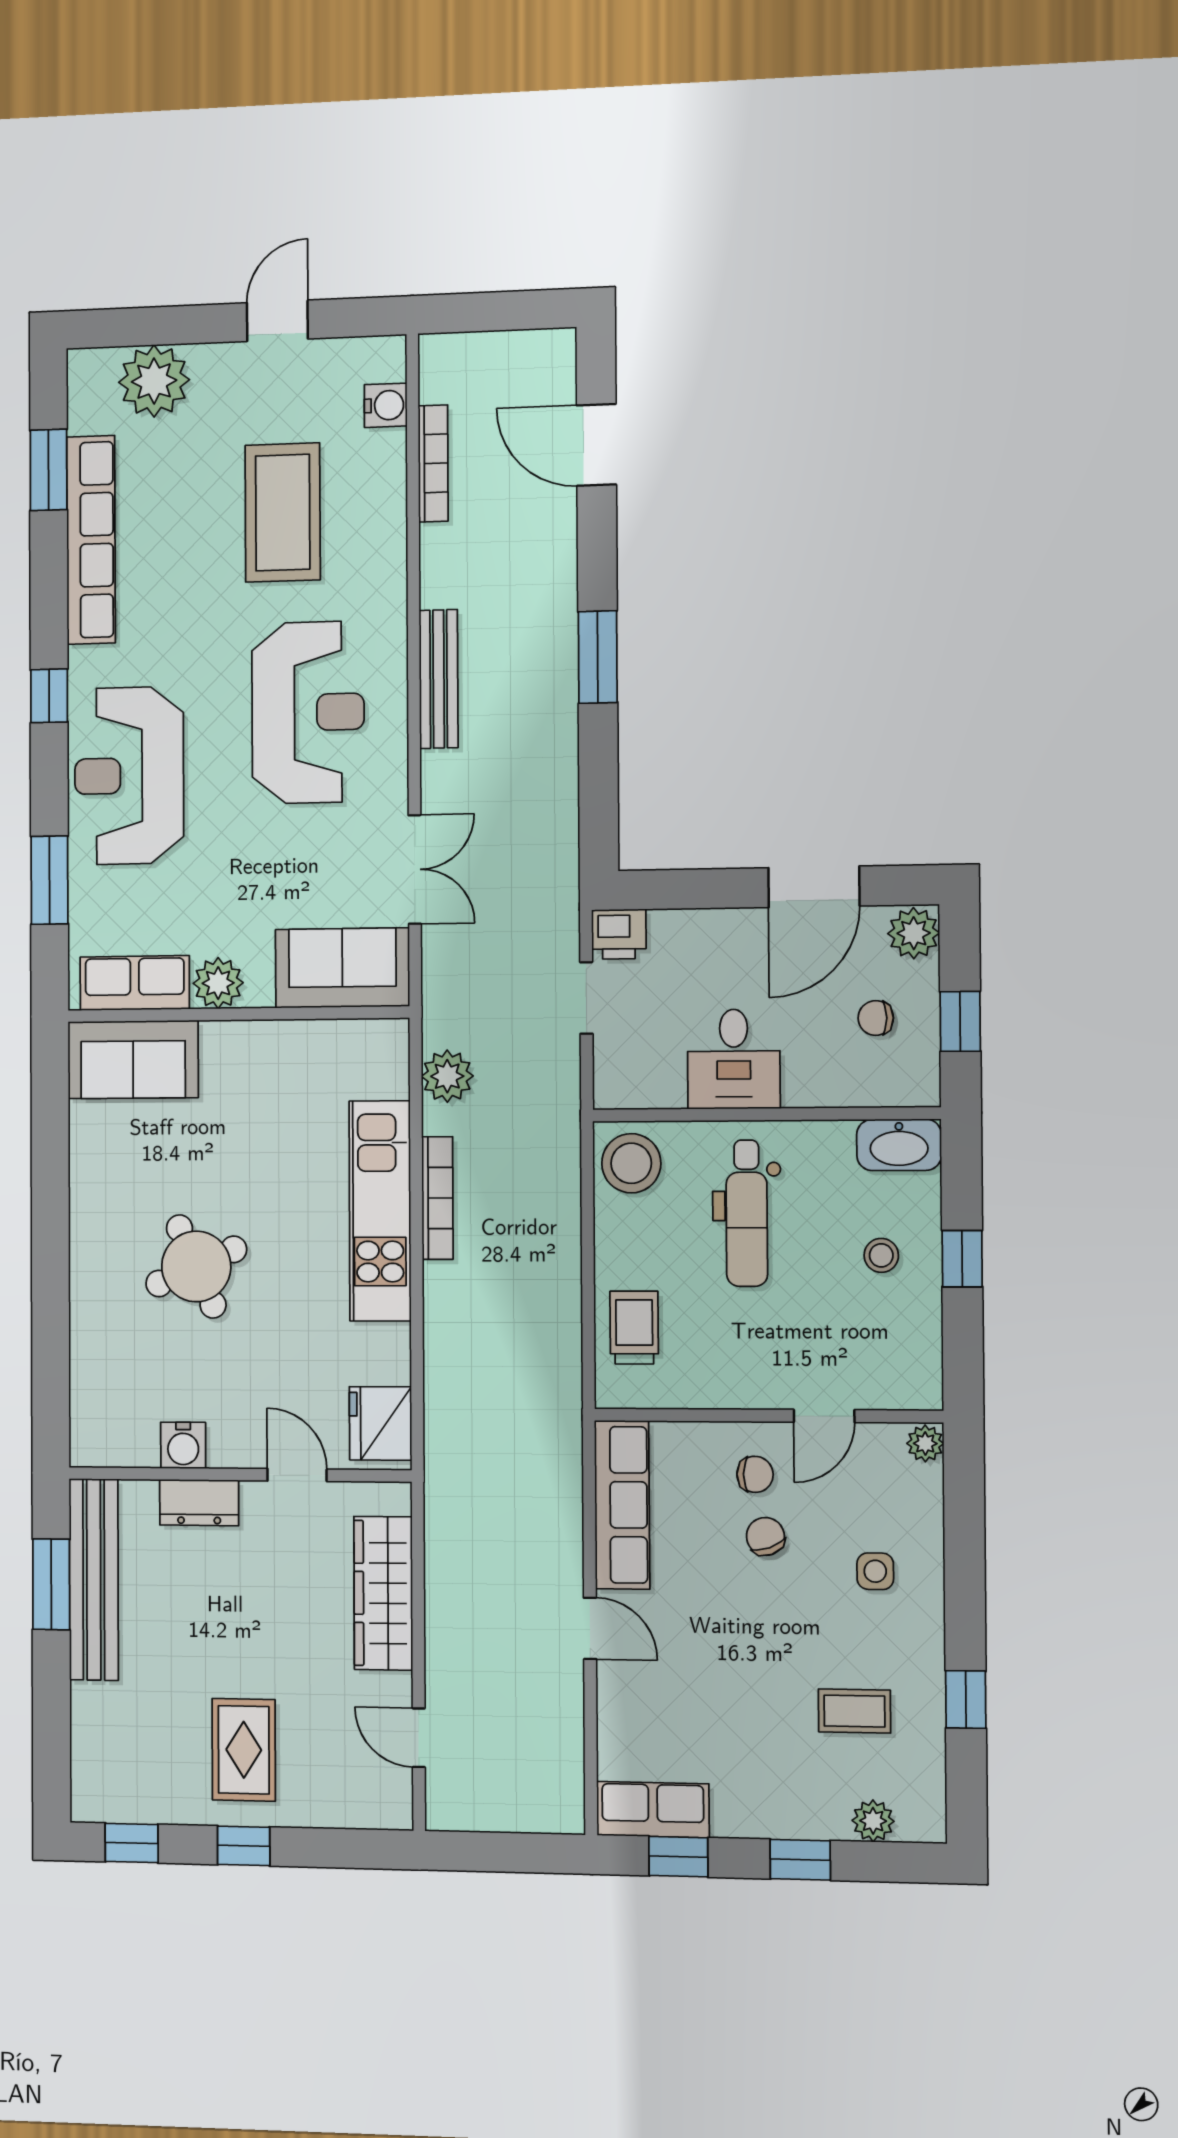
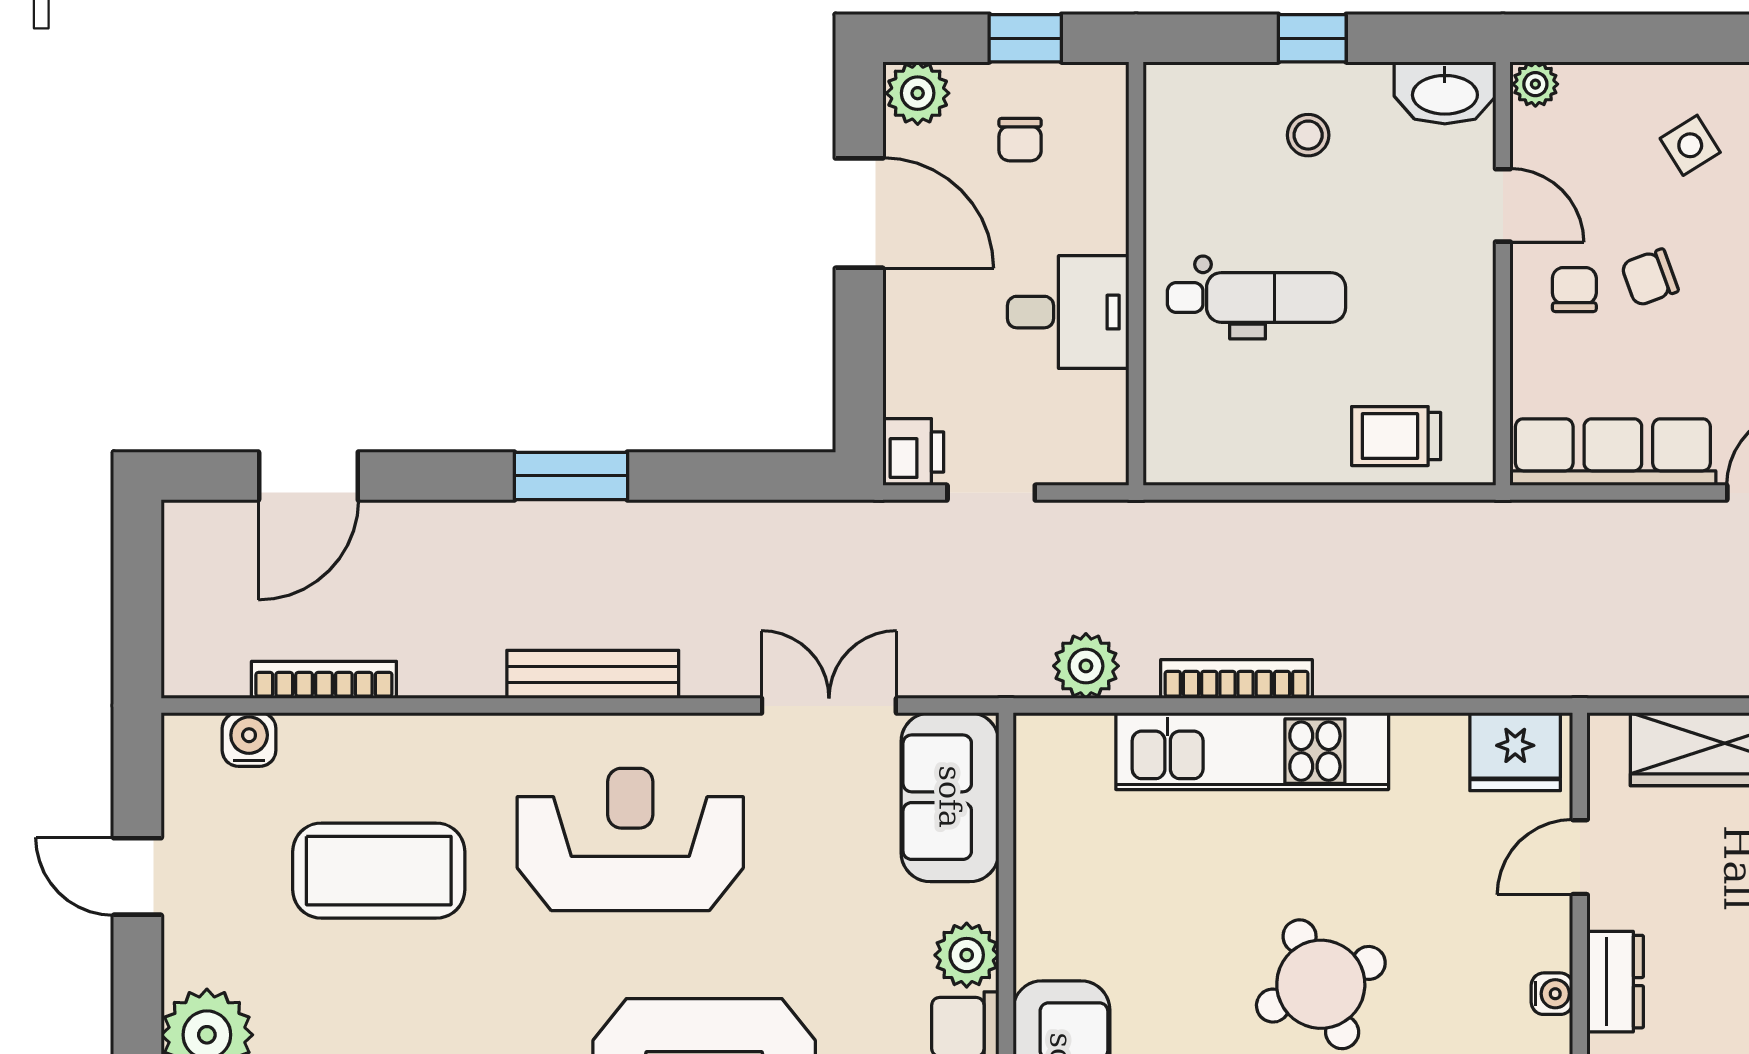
washbasin: (899, 1145) -> (1445, 93), moved, turned 90
stool: (631, 1163) -> (1195, 438), removed
water cooler: (183, 1445) -> (1552, 994), width x0.72, depth x0.72
side table: (875, 1571) -> (1690, 145), turned -32

